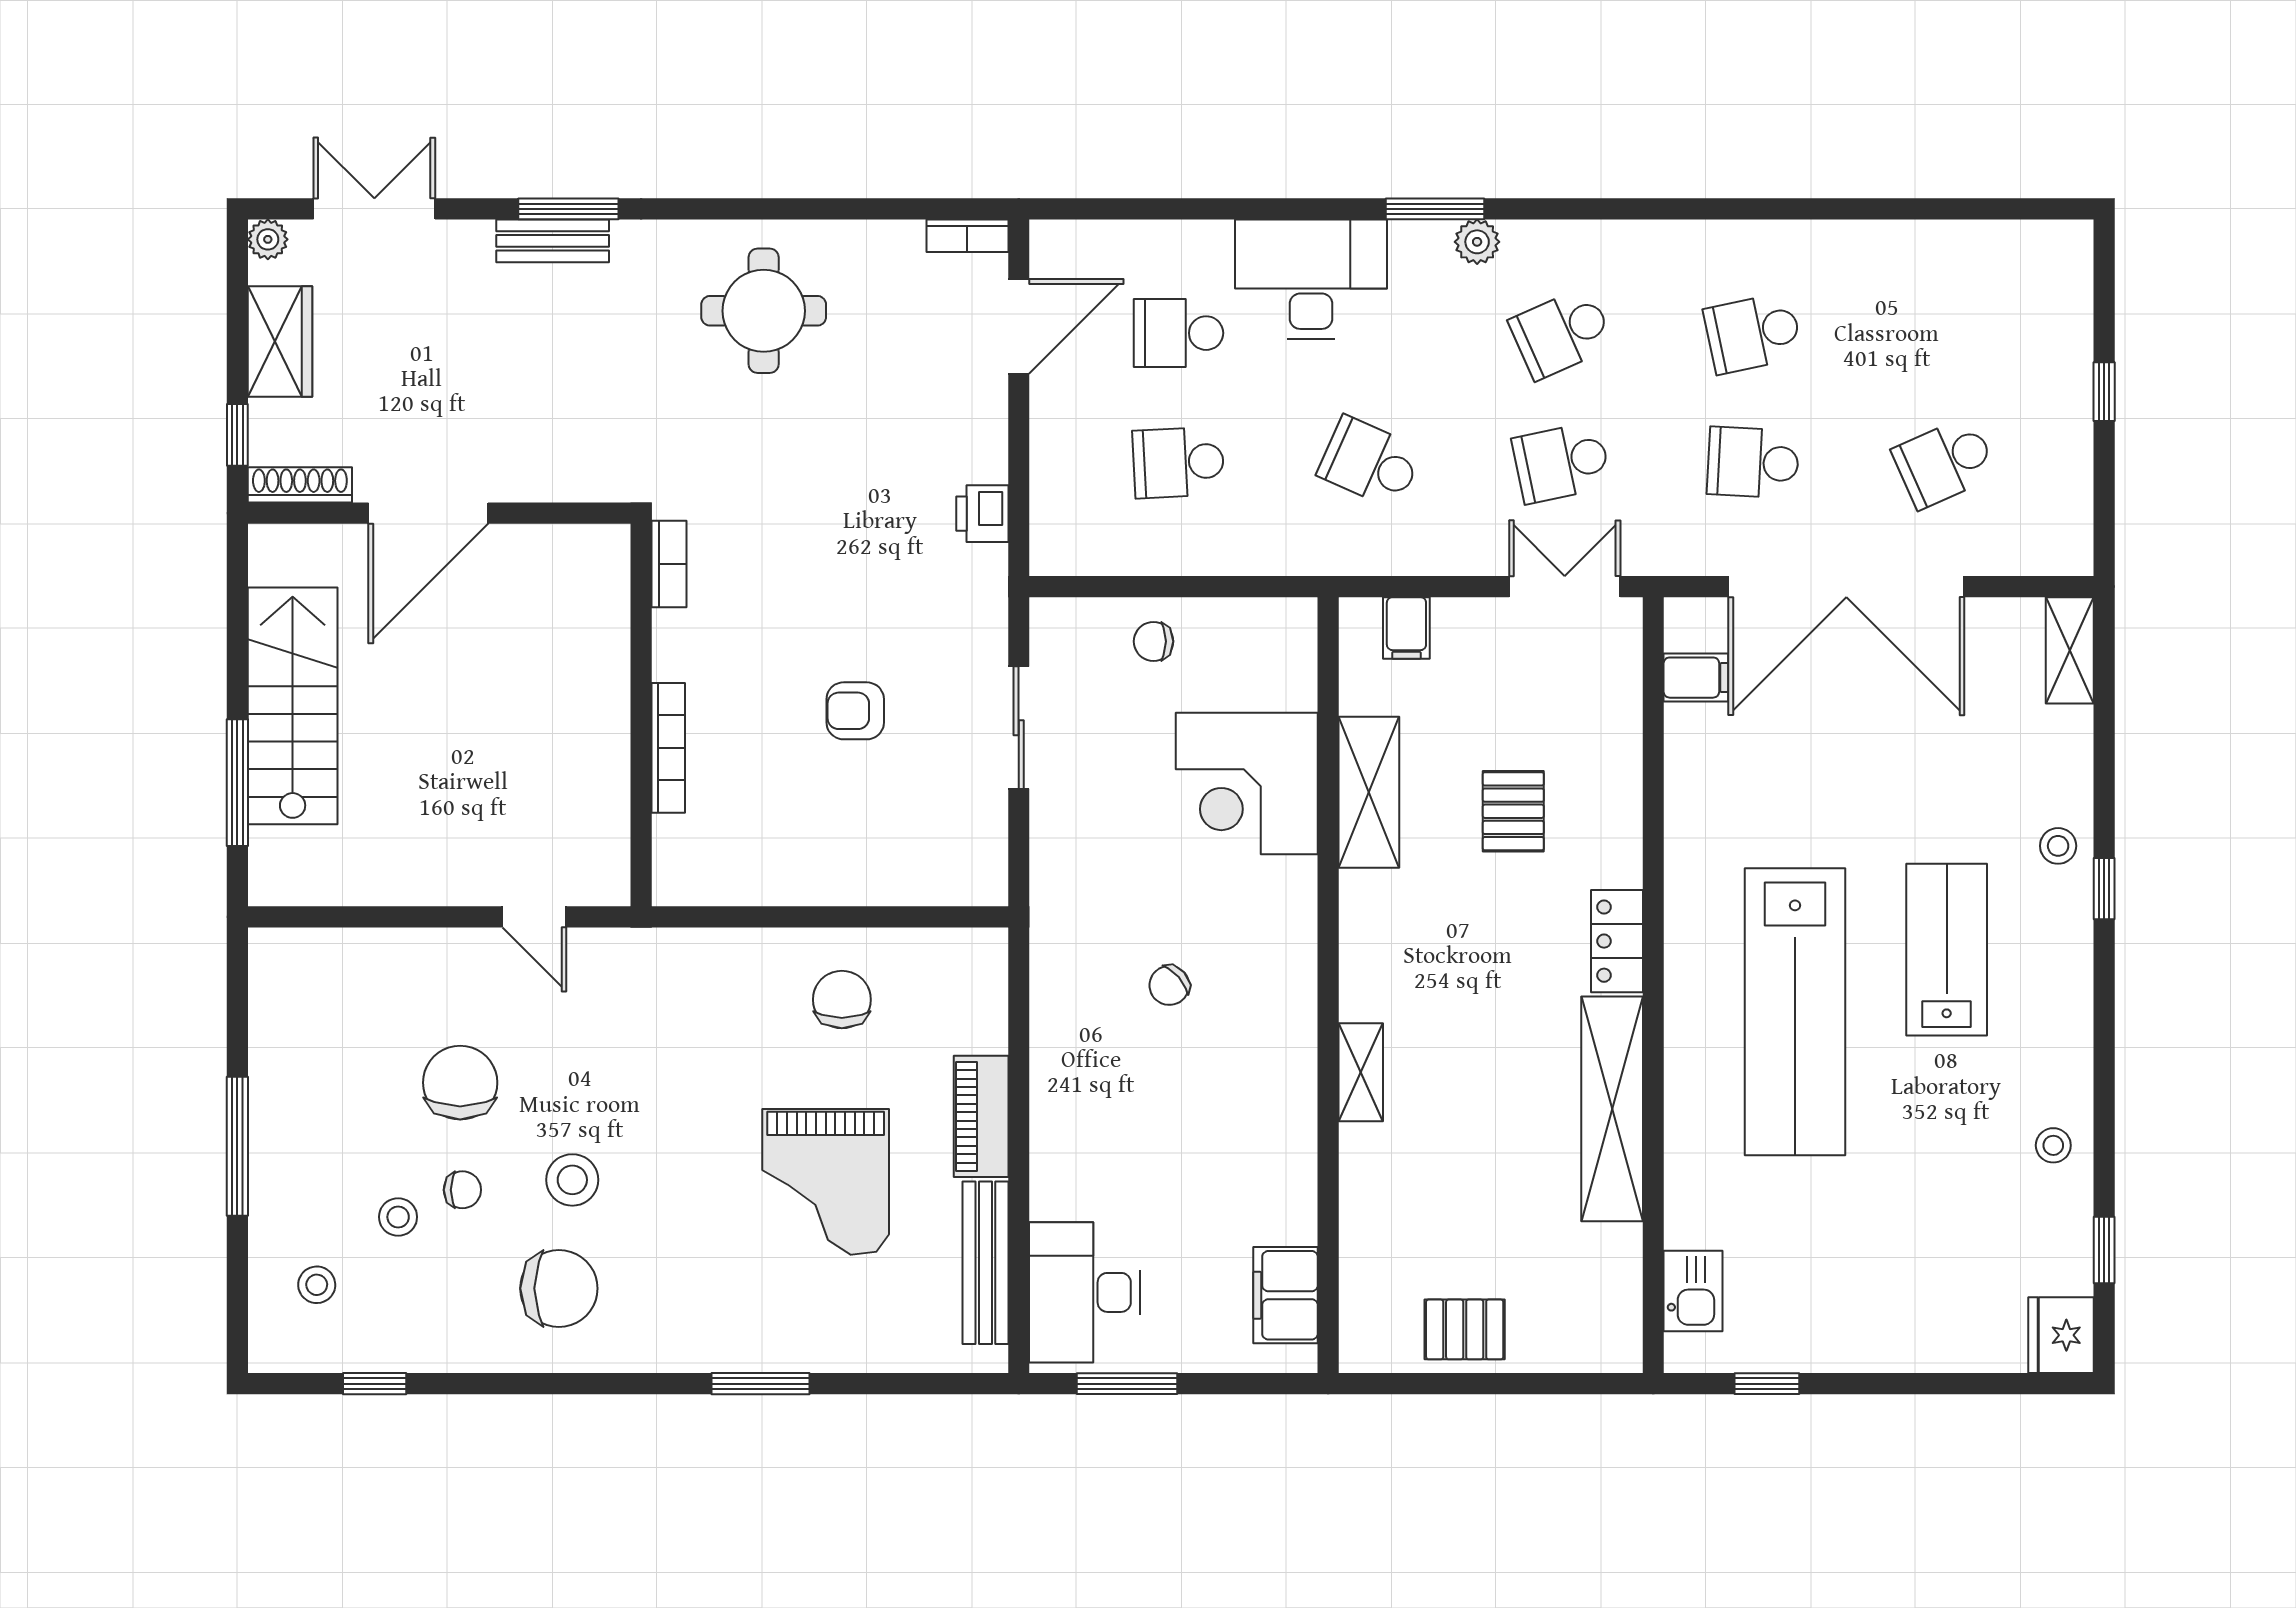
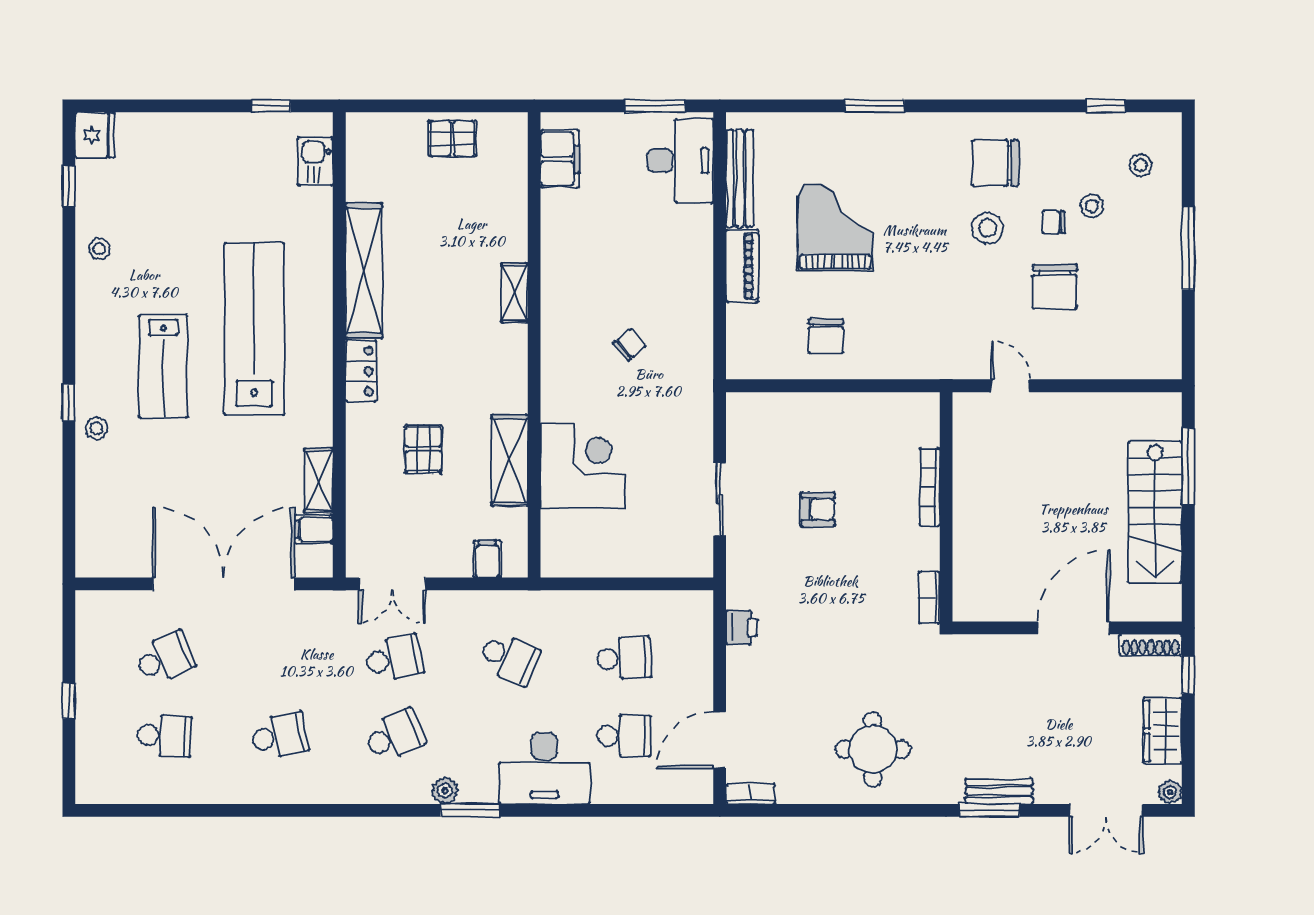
school desk: (1753, 462) -> (165, 736), moved
chair: (1153, 641) -> (639, 551), removed
shelving: (2070, 650) -> (319, 480), moved

